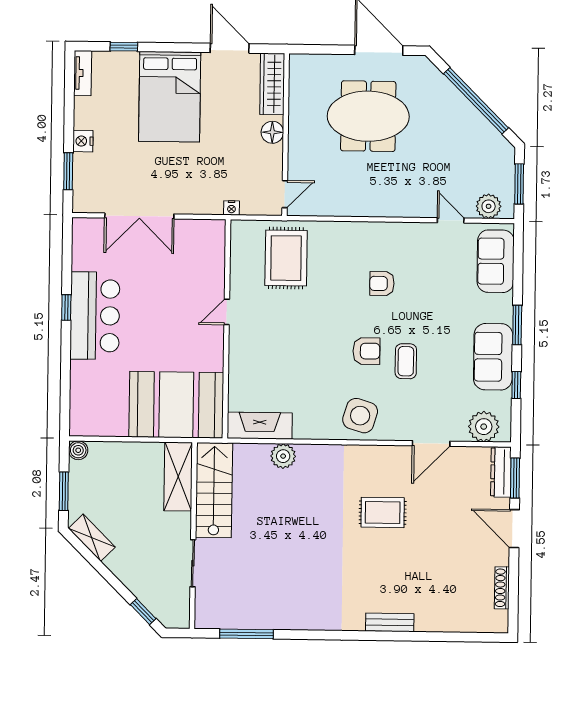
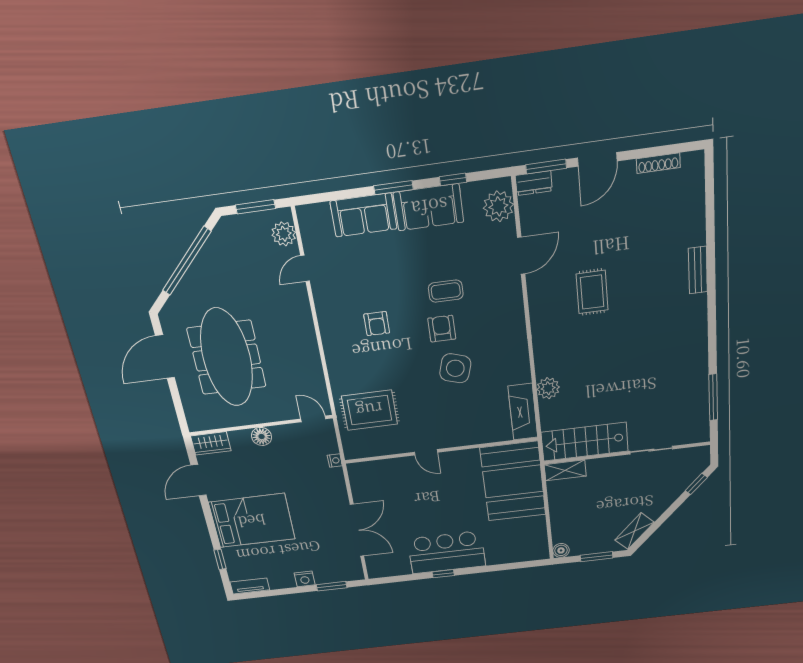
wardrobe: (272, 84) -> (211, 443), width x0.67
meeting table: (368, 116) -> (227, 358), width x1.36
sofa: (496, 261) -> (363, 215), moved
side table: (360, 416) -> (455, 368), moved
door: (431, 443) -> (521, 256), hinge flipped
dresser: (501, 472) -> (534, 183), width x0.70
shelving: (178, 477) -> (565, 470), width x0.67, depth x0.75

